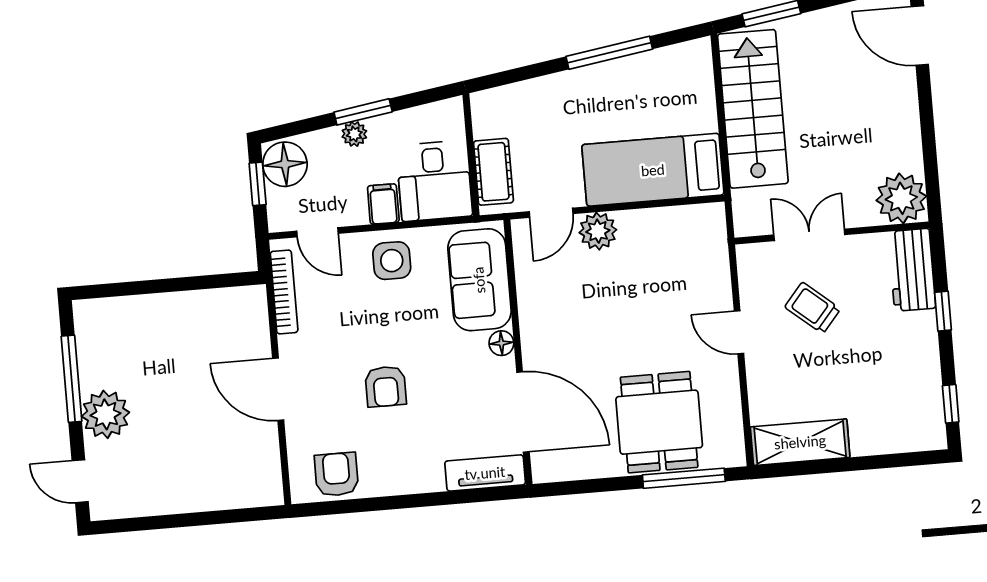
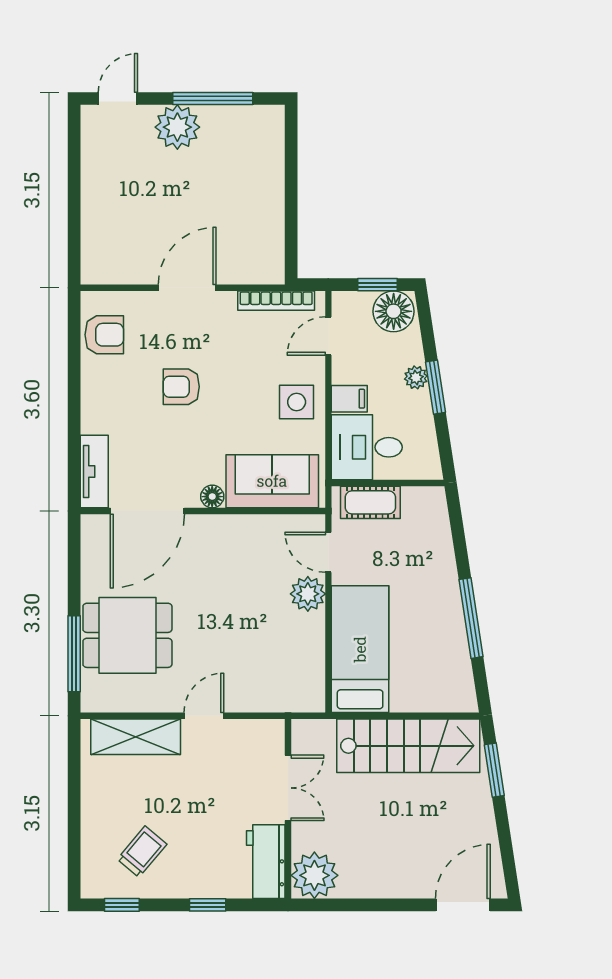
workbench: (912, 270) -> (266, 862), moved, turned -90
trolley: (813, 308) -> (142, 852), moved
shelving: (800, 442) -> (136, 737), moved, turned 90

